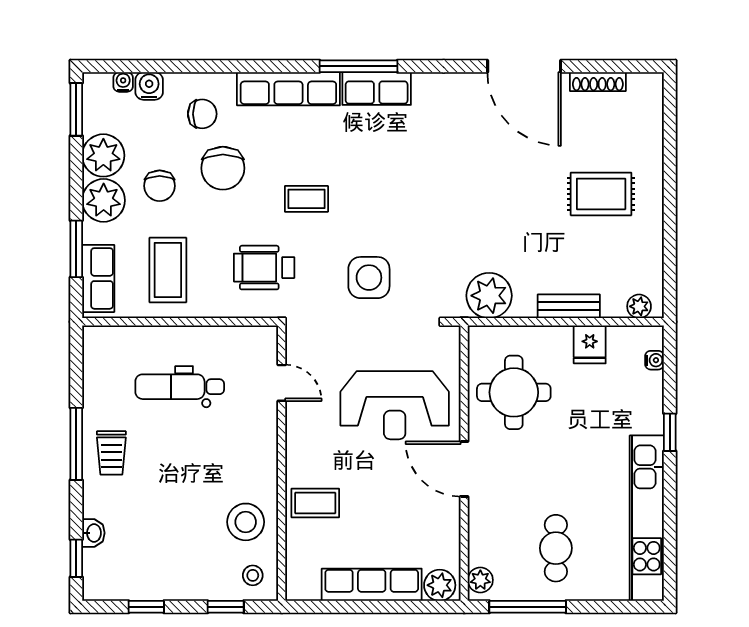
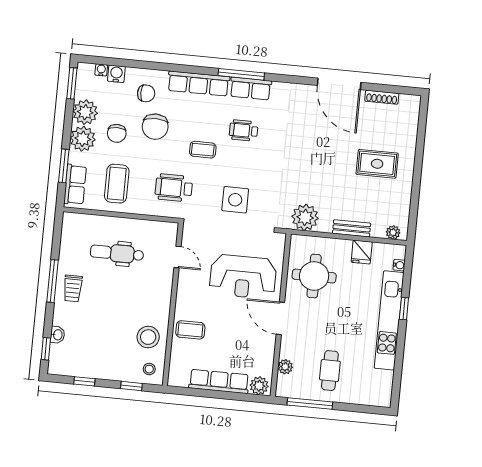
wheelchair: (372, 160) -> (244, 130), added
kitchen unit: (647, 518) -> (389, 320), moved
plant: (480, 580) -> (285, 367), moved

